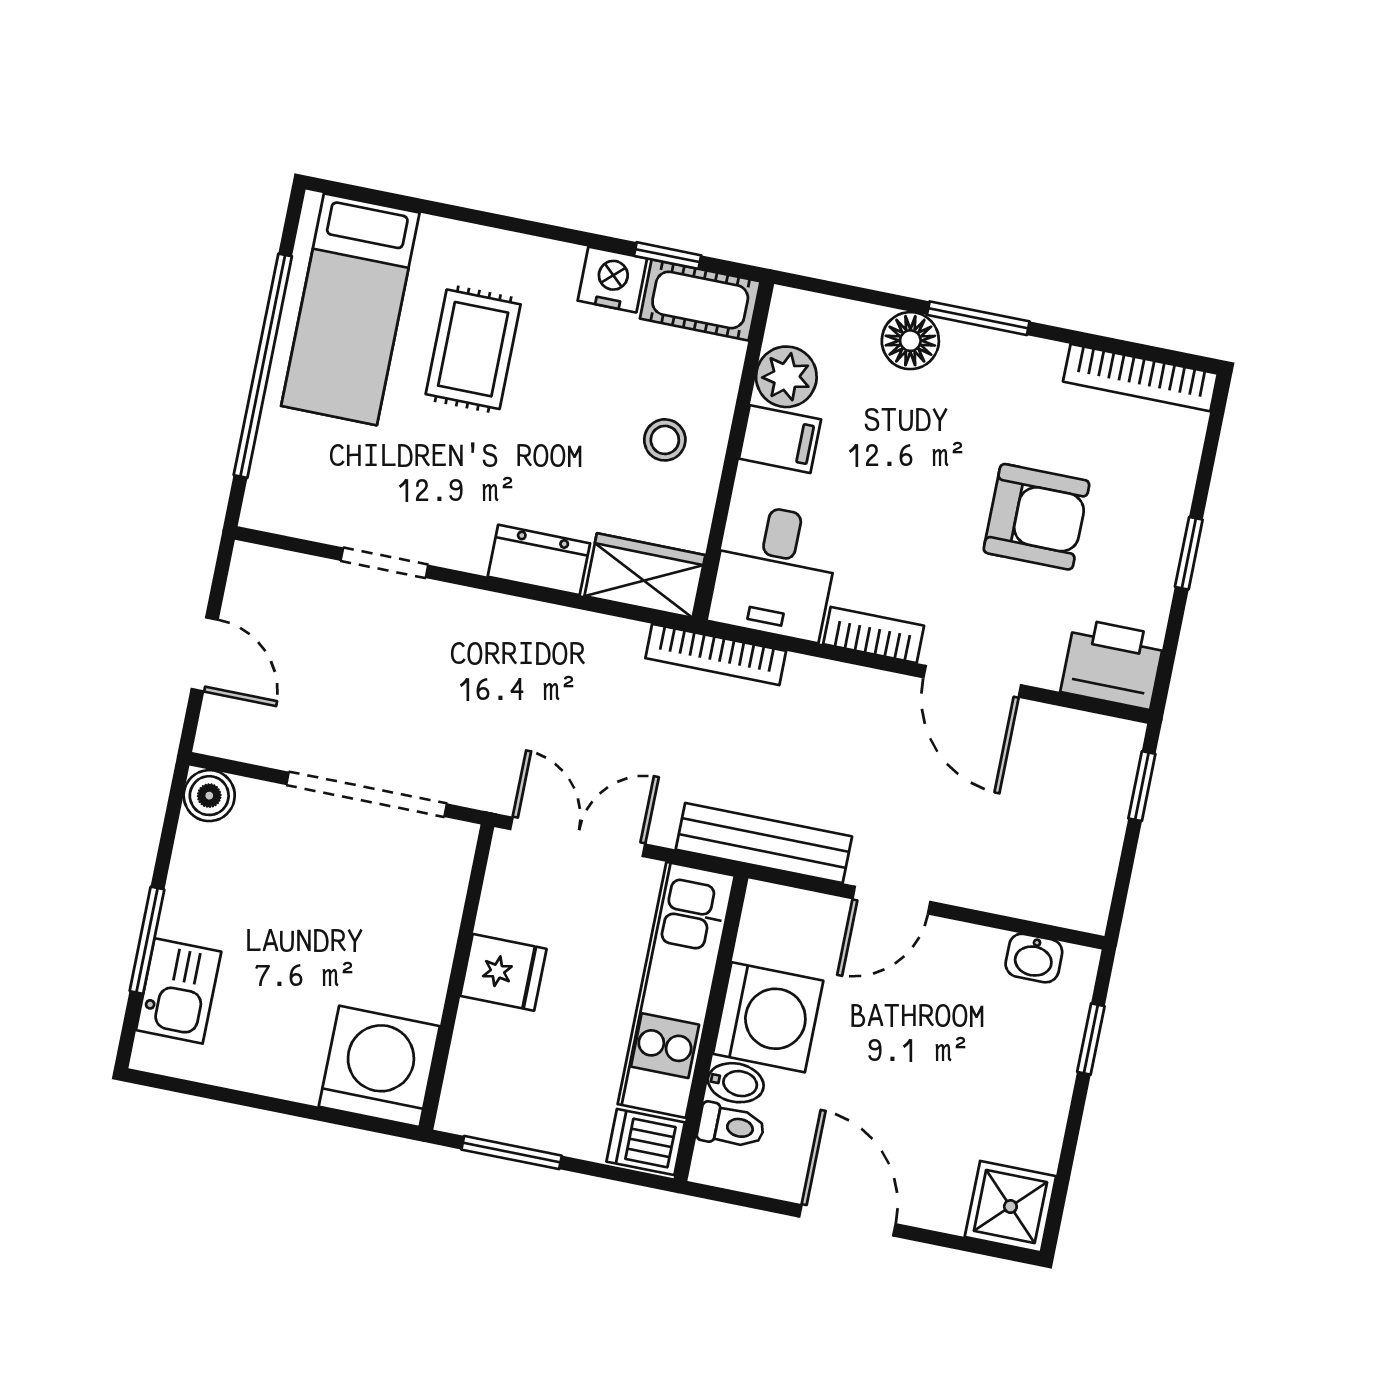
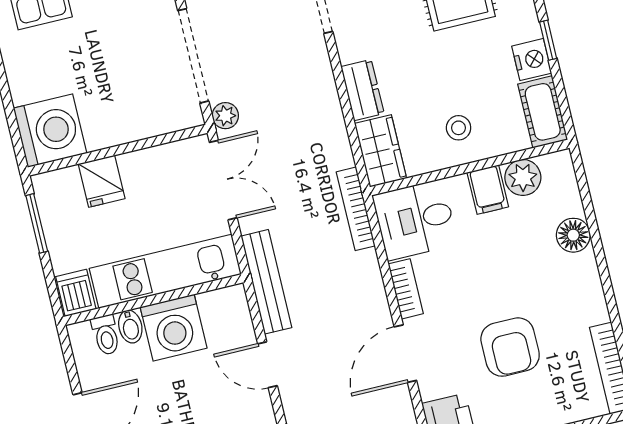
window: (668, 256) -> (548, 40), moved
window: (978, 318) -> (602, 266), removed
plant: (481, 788) -> (225, 116), added
fridge: (503, 972) -> (102, 181), moved

